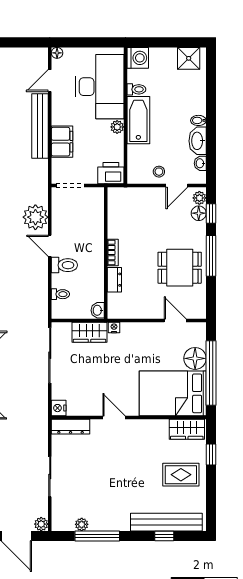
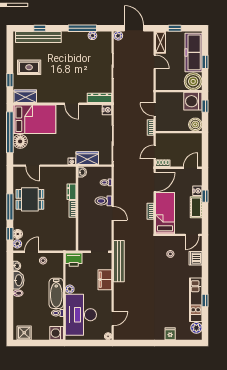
bench: (40, 126) -> (119, 261), moved
plant: (35, 217) -> (122, 231), removed

